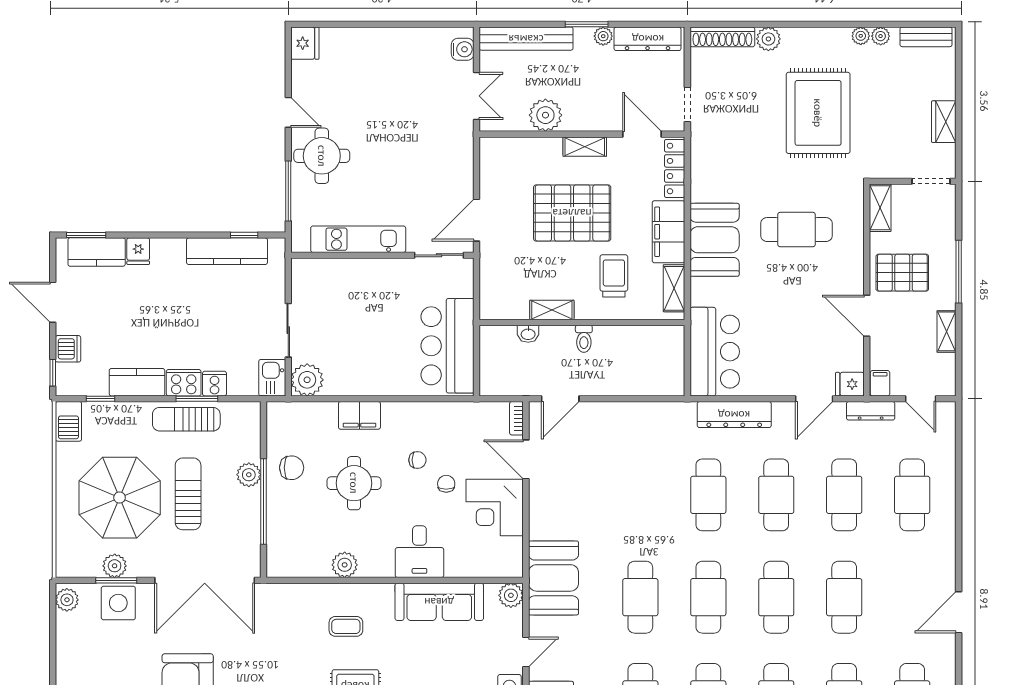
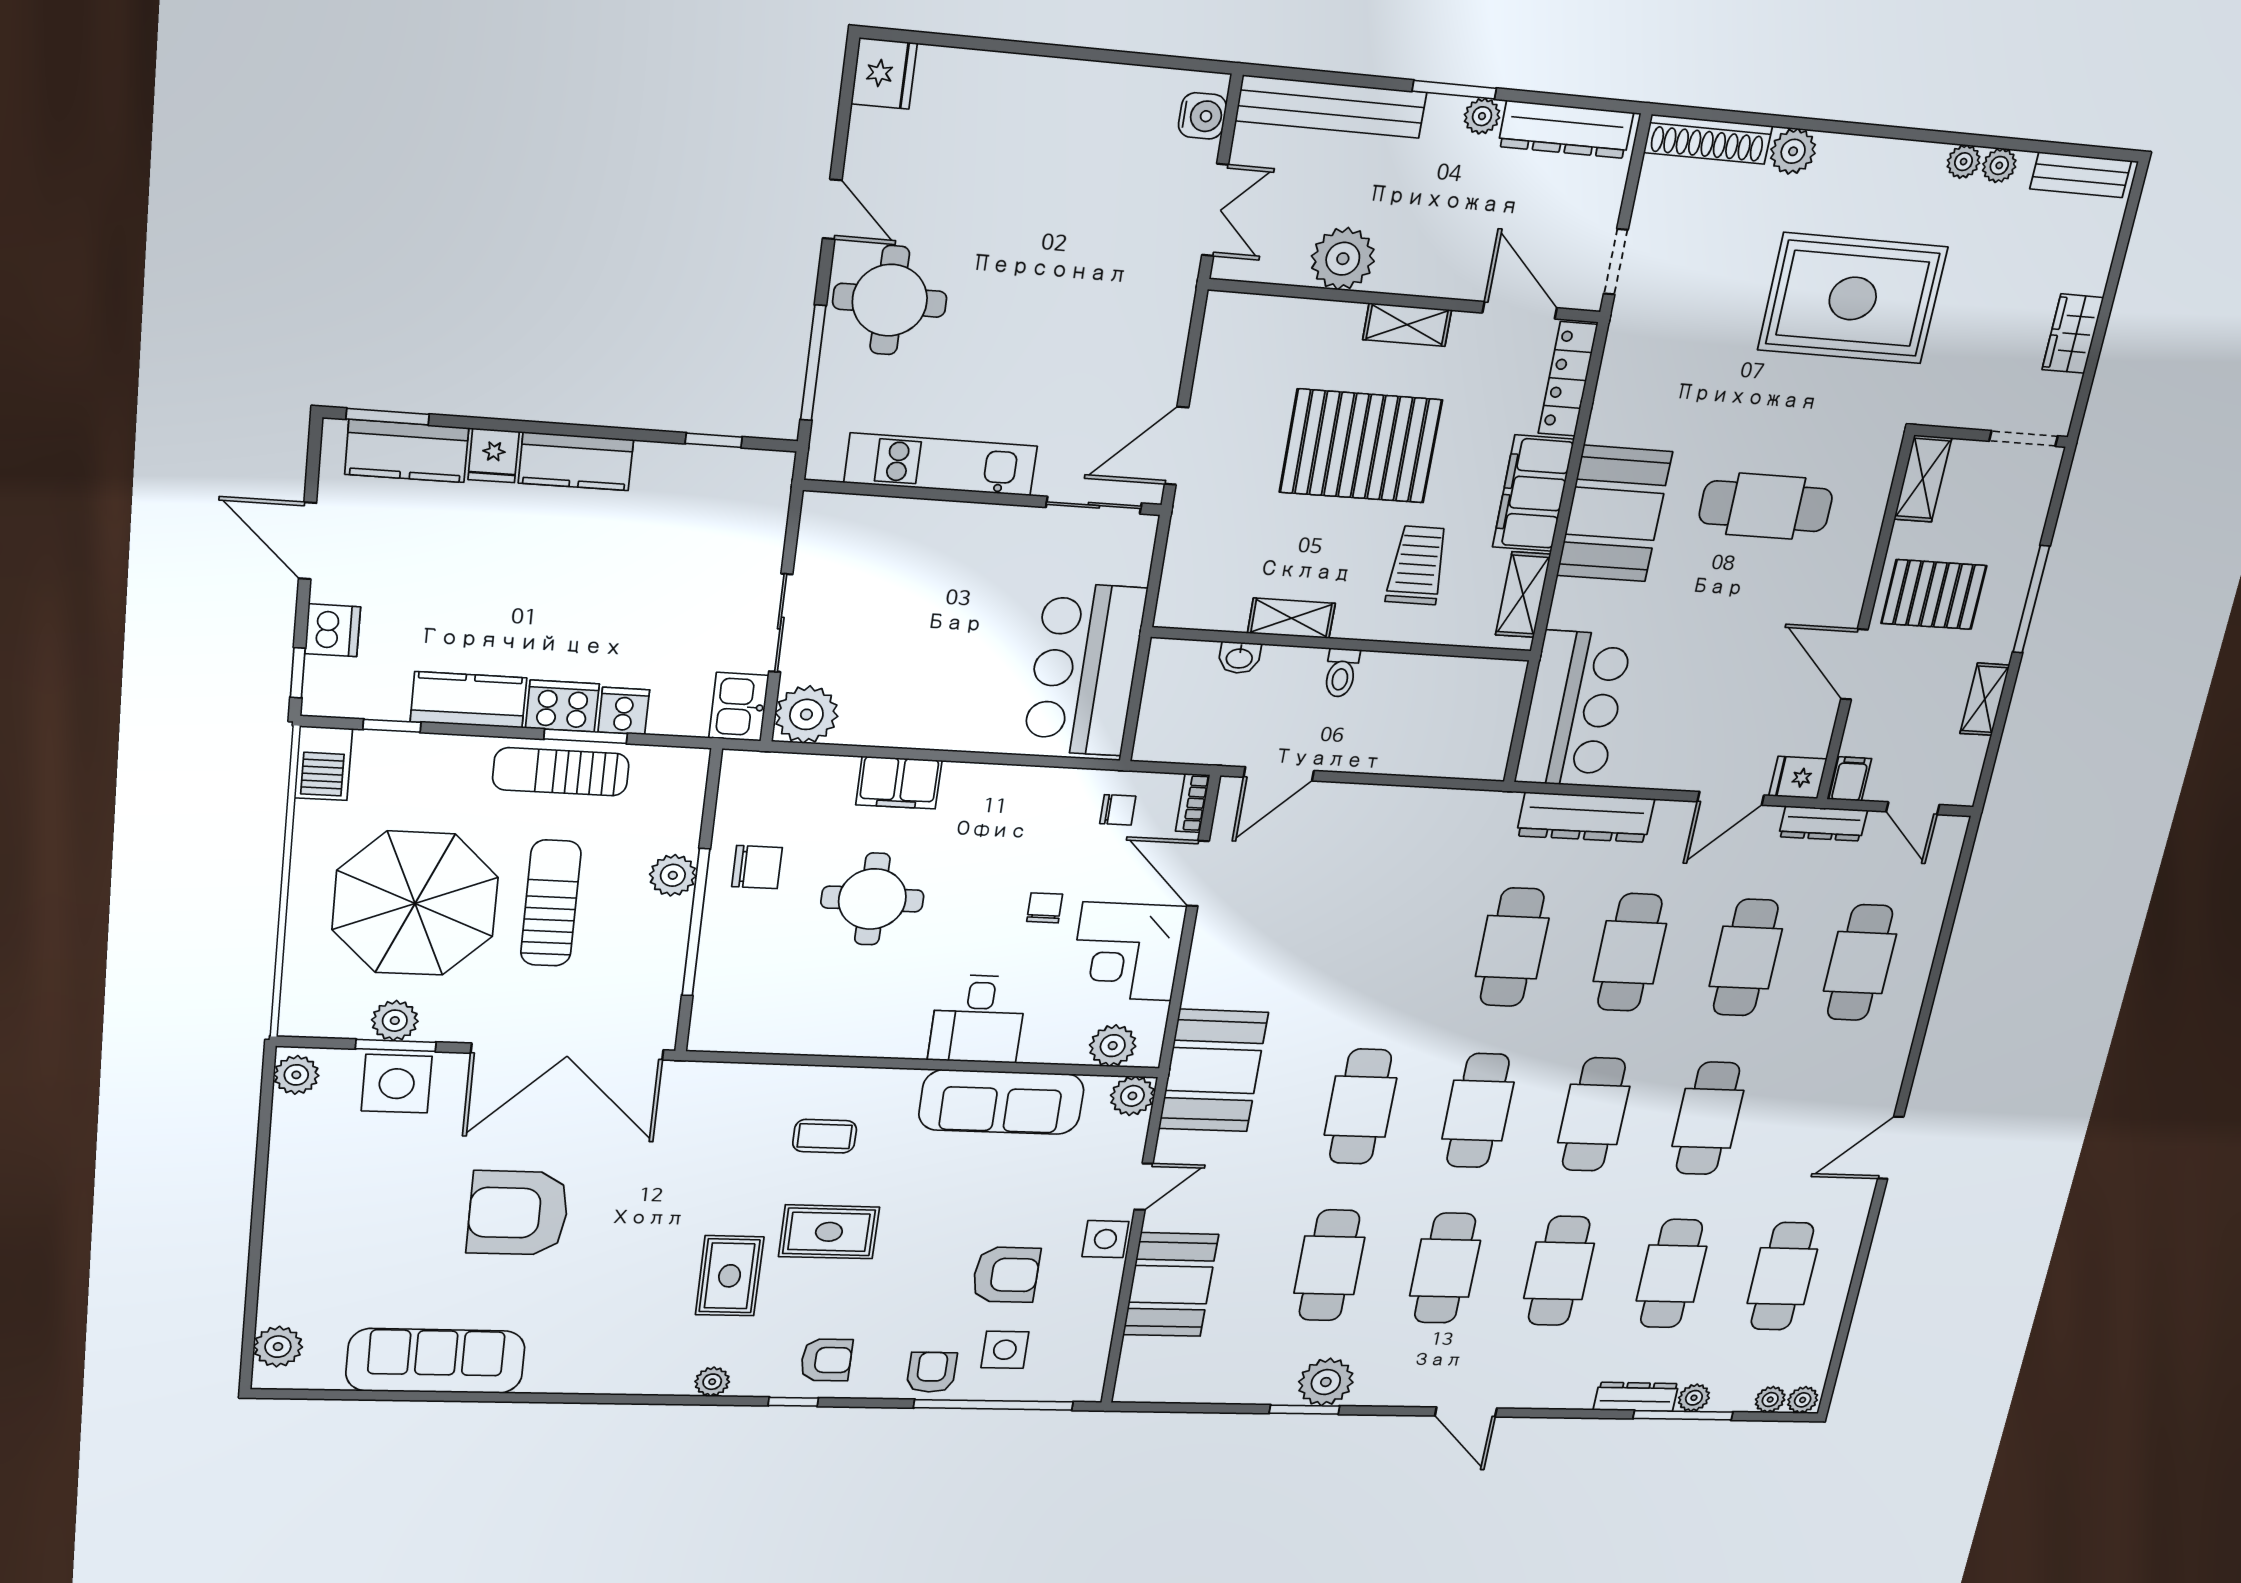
rug: (818, 113) -> (1853, 298), turned 90
kitchen counter: (227, 251) -> (576, 461), moved, width x0.67
chair: (417, 460) -> (1118, 810), moved
plant: (345, 565) -> (1113, 1046), moved

